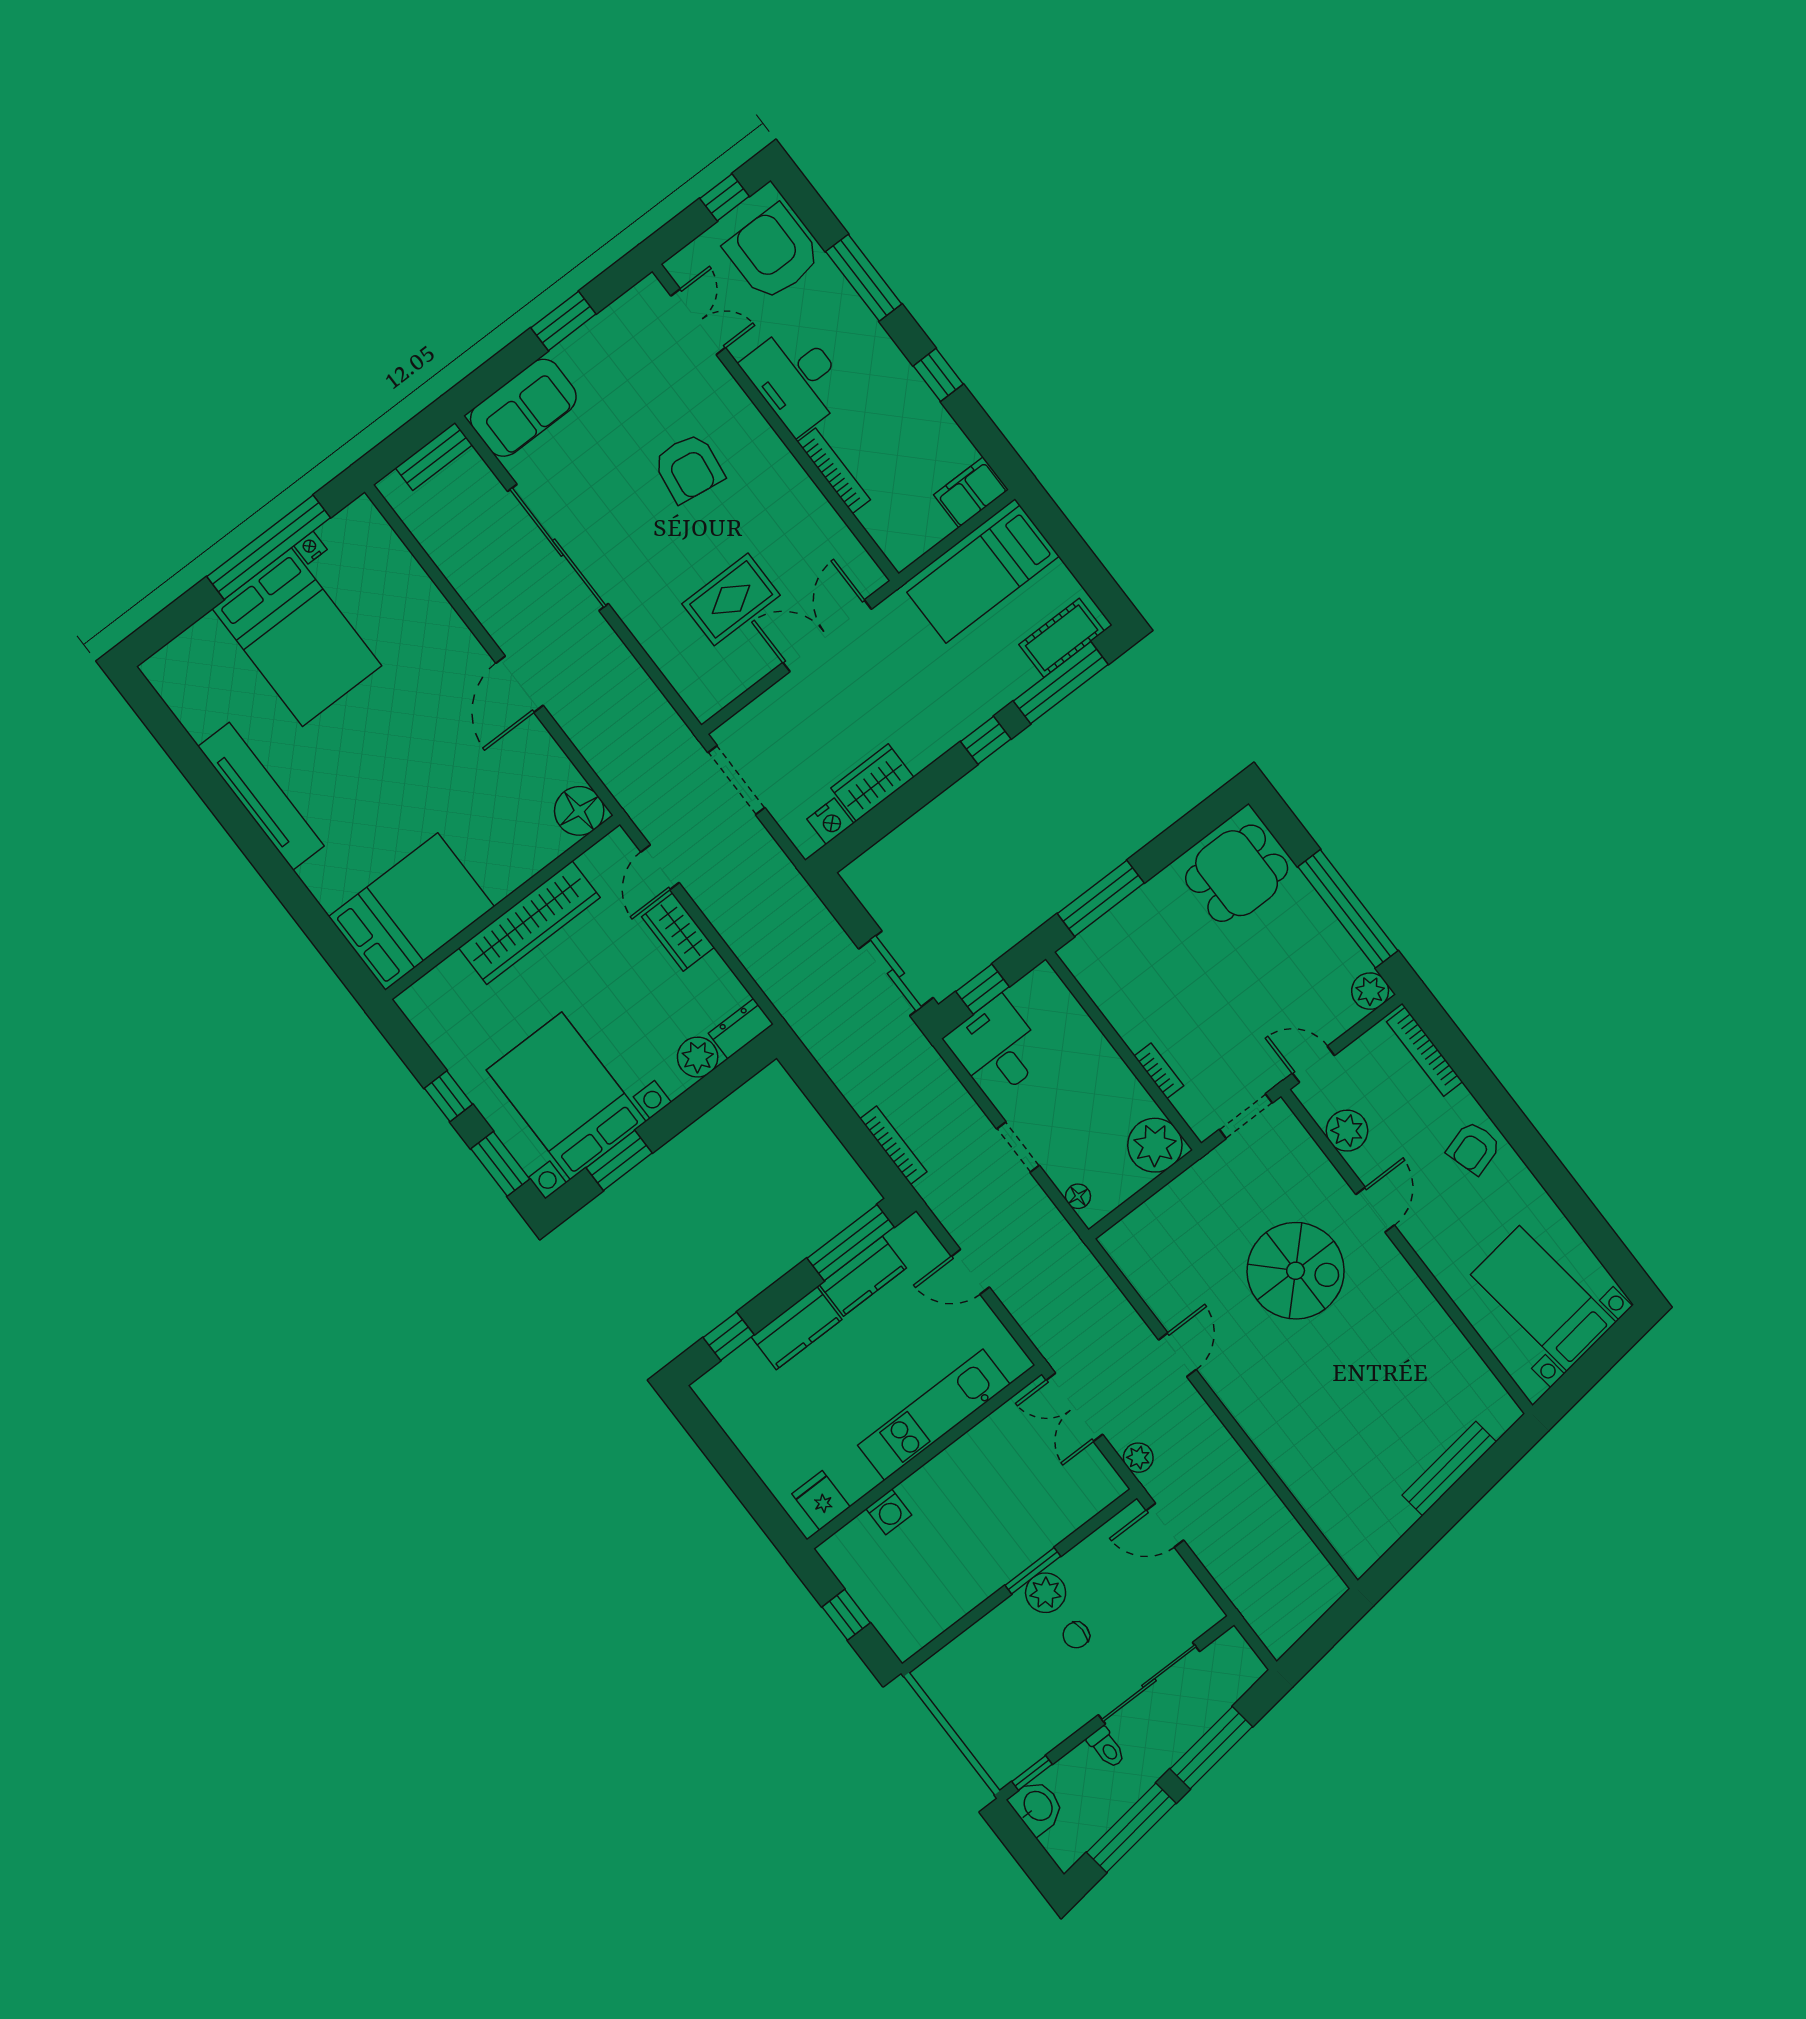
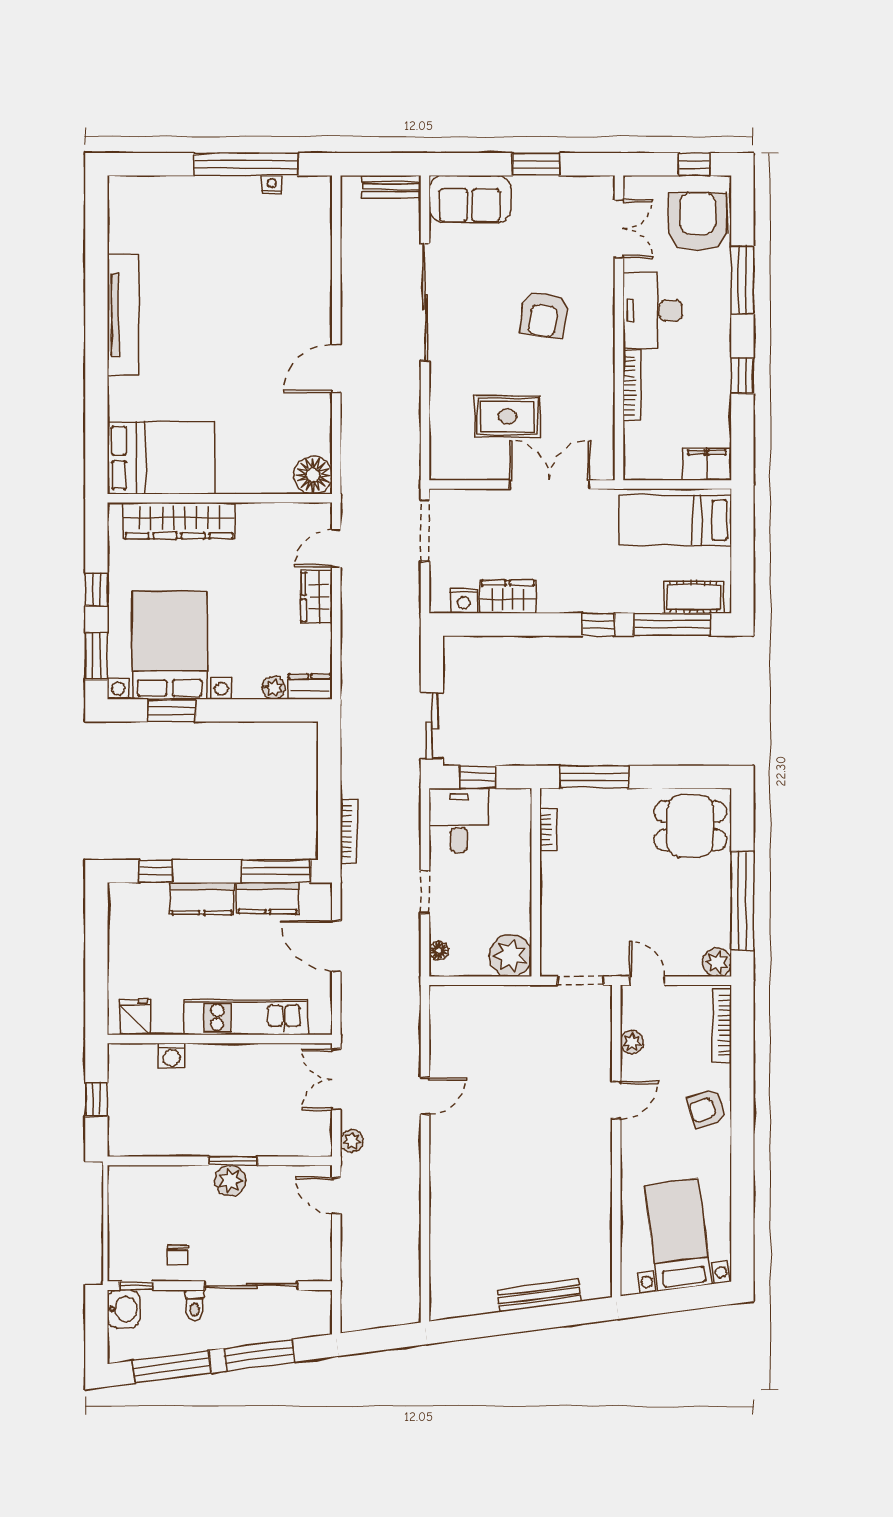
bed: (297, 637) -> (221, 233), removed
wardrobe: (529, 923) -> (179, 521), moved
plant: (698, 1057) -> (274, 688), width x0.73, depth x0.73
bookcase: (1159, 1071) -> (548, 829), moved
plant: (1347, 1131) -> (632, 1042), width x0.73, depth x0.73
spiral stairs: (1296, 1271) -> (538, 1100), removed
door: (970, 1272) -> (336, 946), width x1.38
chair: (1076, 1635) -> (178, 1255), moved, turned -90

